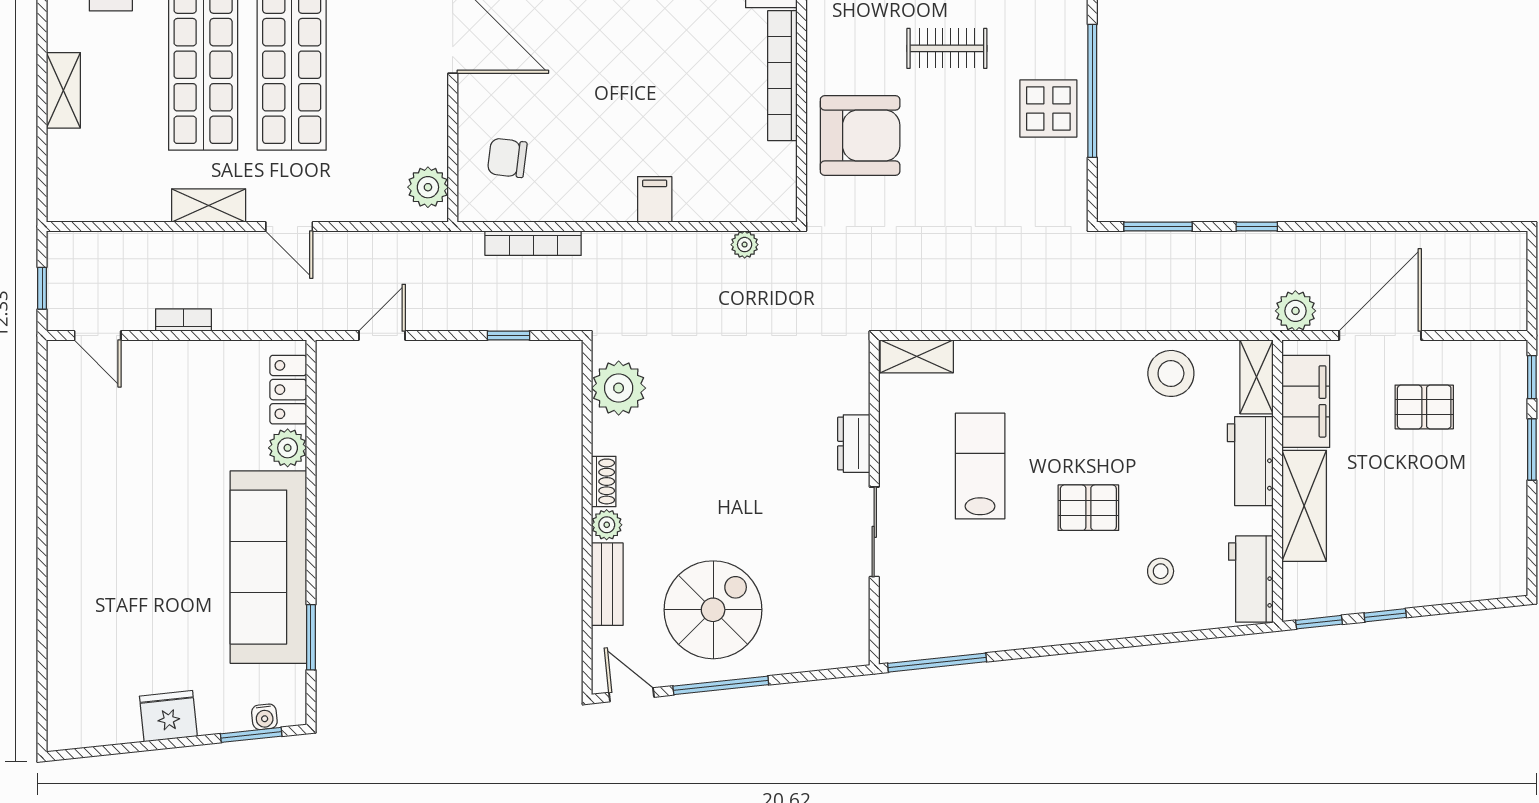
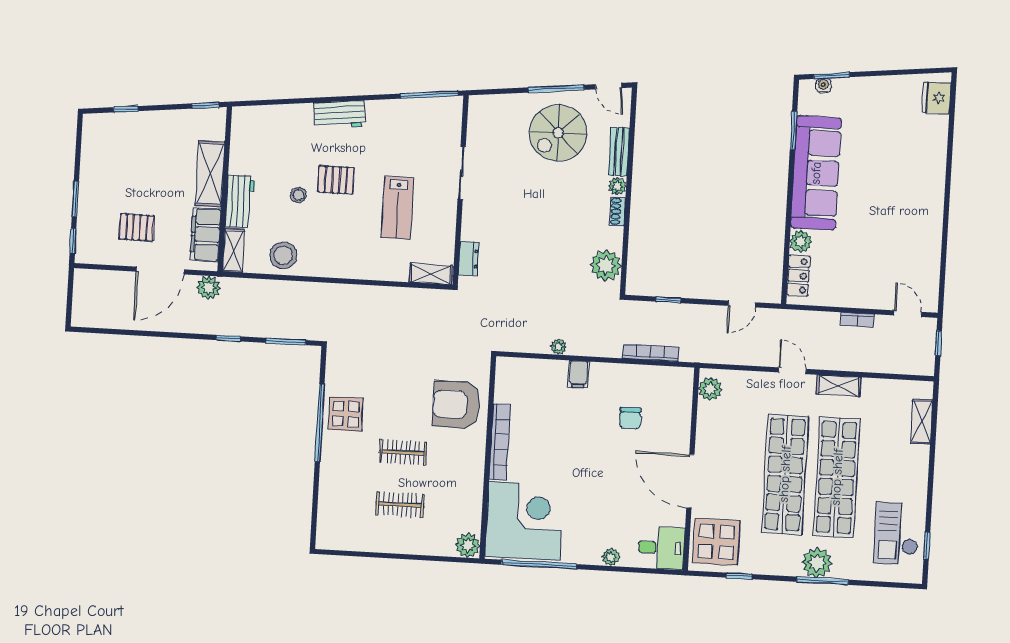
shelving: (63, 90) -> (922, 422), moved
chair: (507, 158) -> (630, 418), moved, turned 83
plant: (745, 245) -> (559, 347), moved
dresser: (854, 444) -> (469, 259), moved
stool: (1161, 571) -> (298, 195), moved
workbench: (1251, 579) -> (340, 115), moved, turned 84
window: (1385, 615) -> (126, 109), moved
fridge: (168, 716) -> (937, 98), moved, turned 96

